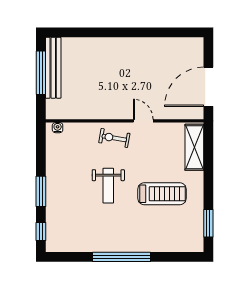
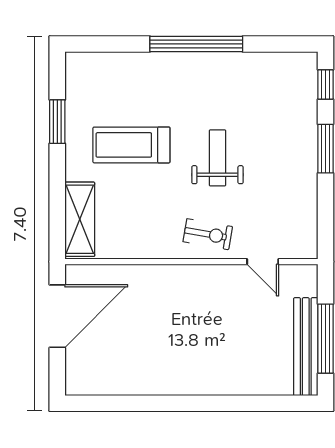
door: (143, 121) -> (263, 262), moved
water cooler: (58, 128) -> (299, 251), removed
window: (208, 223) -> (57, 122), moved

